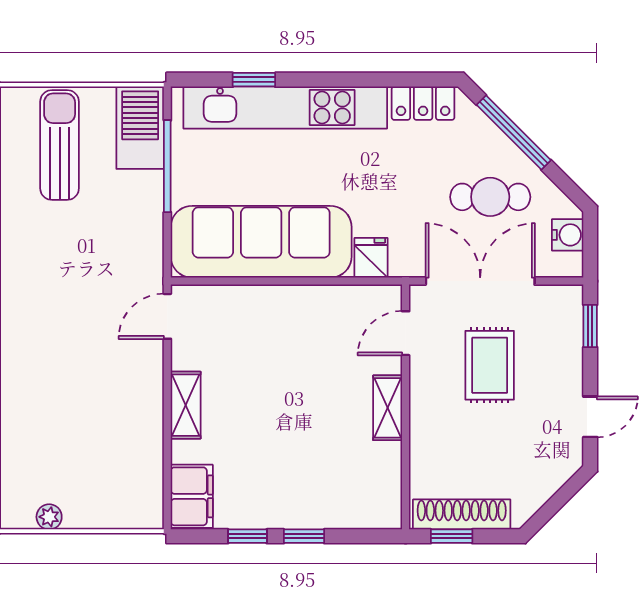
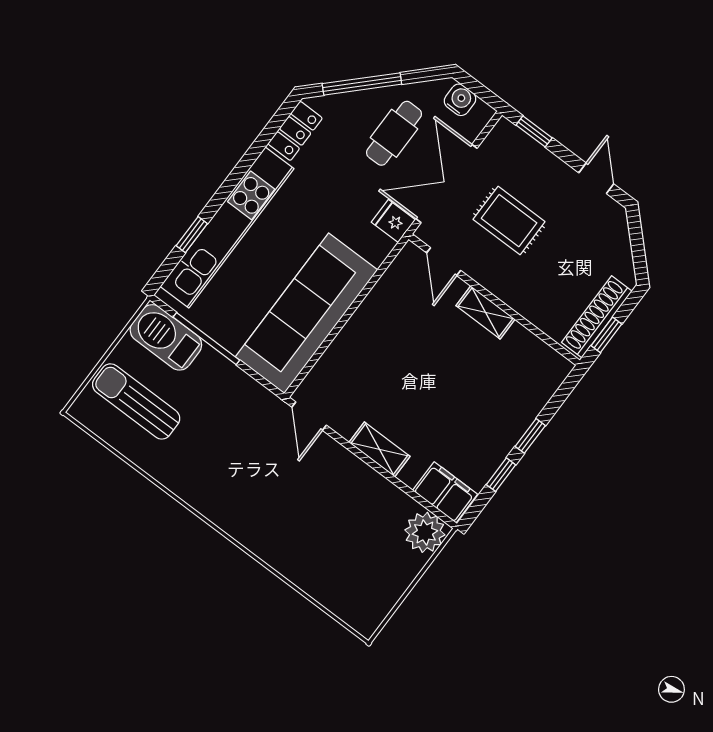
fridge: (371, 258) -> (393, 221), moved
plant: (49, 517) -> (425, 532), moved, width x1.87, depth x1.87

